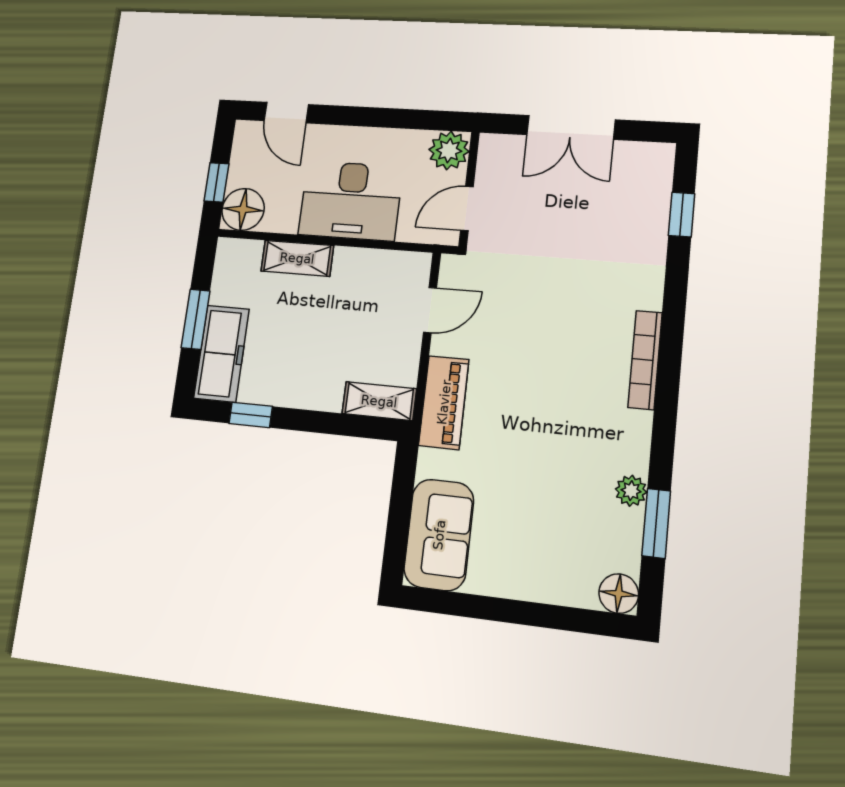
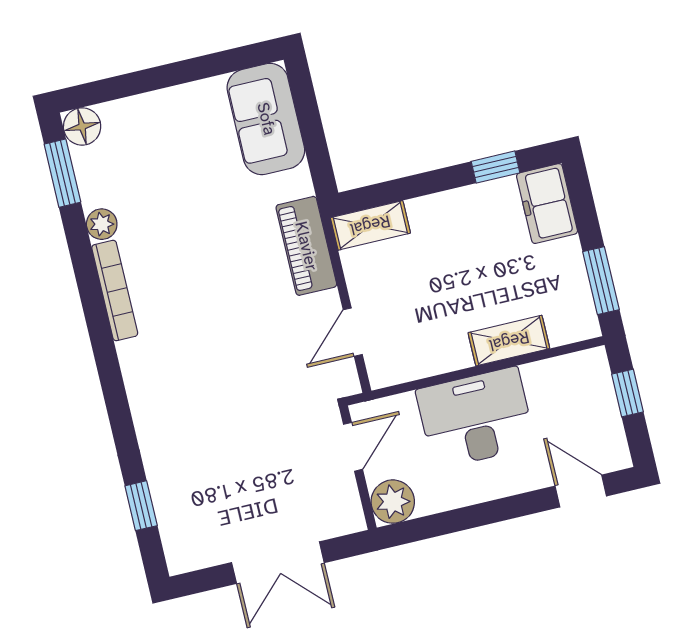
double door: (571, 127) -> (278, 563), swing flipped
floor lamp: (243, 209) -> (587, 373), removed
window: (196, 319) -> (601, 281), moved
freezer: (221, 354) -> (547, 204), width x0.71
bookcase: (645, 360) -> (115, 291), moved
window: (656, 523) -> (62, 173), moved

